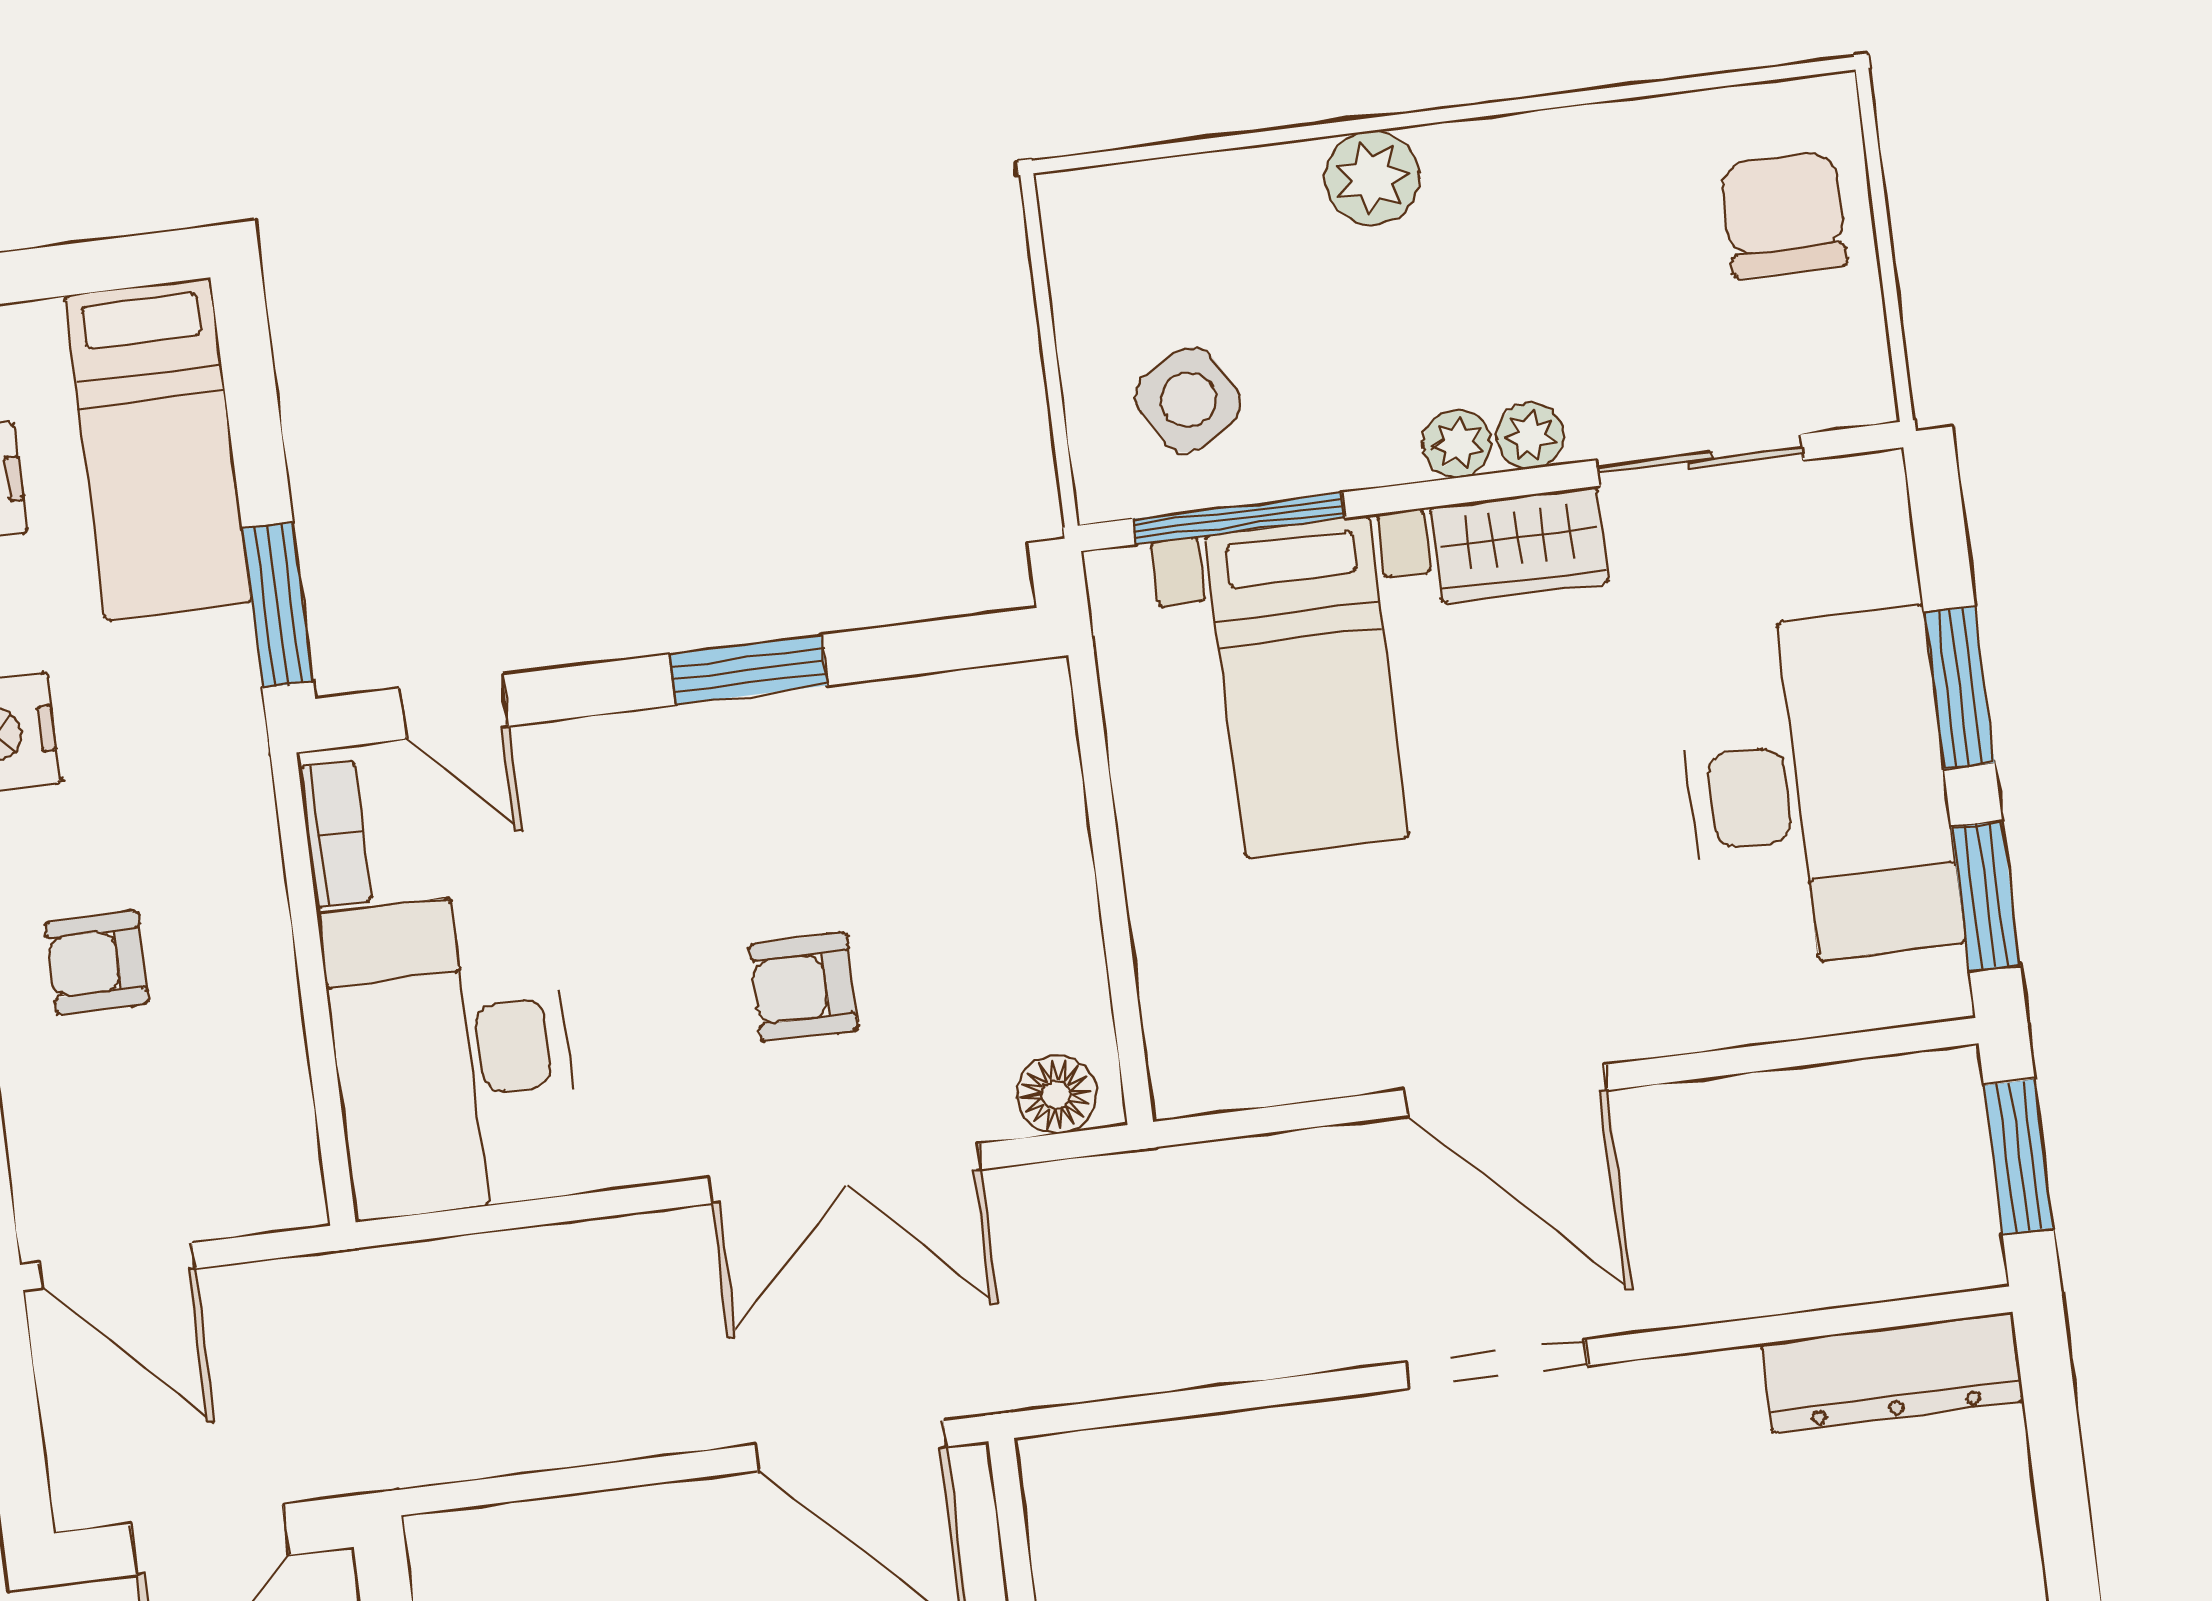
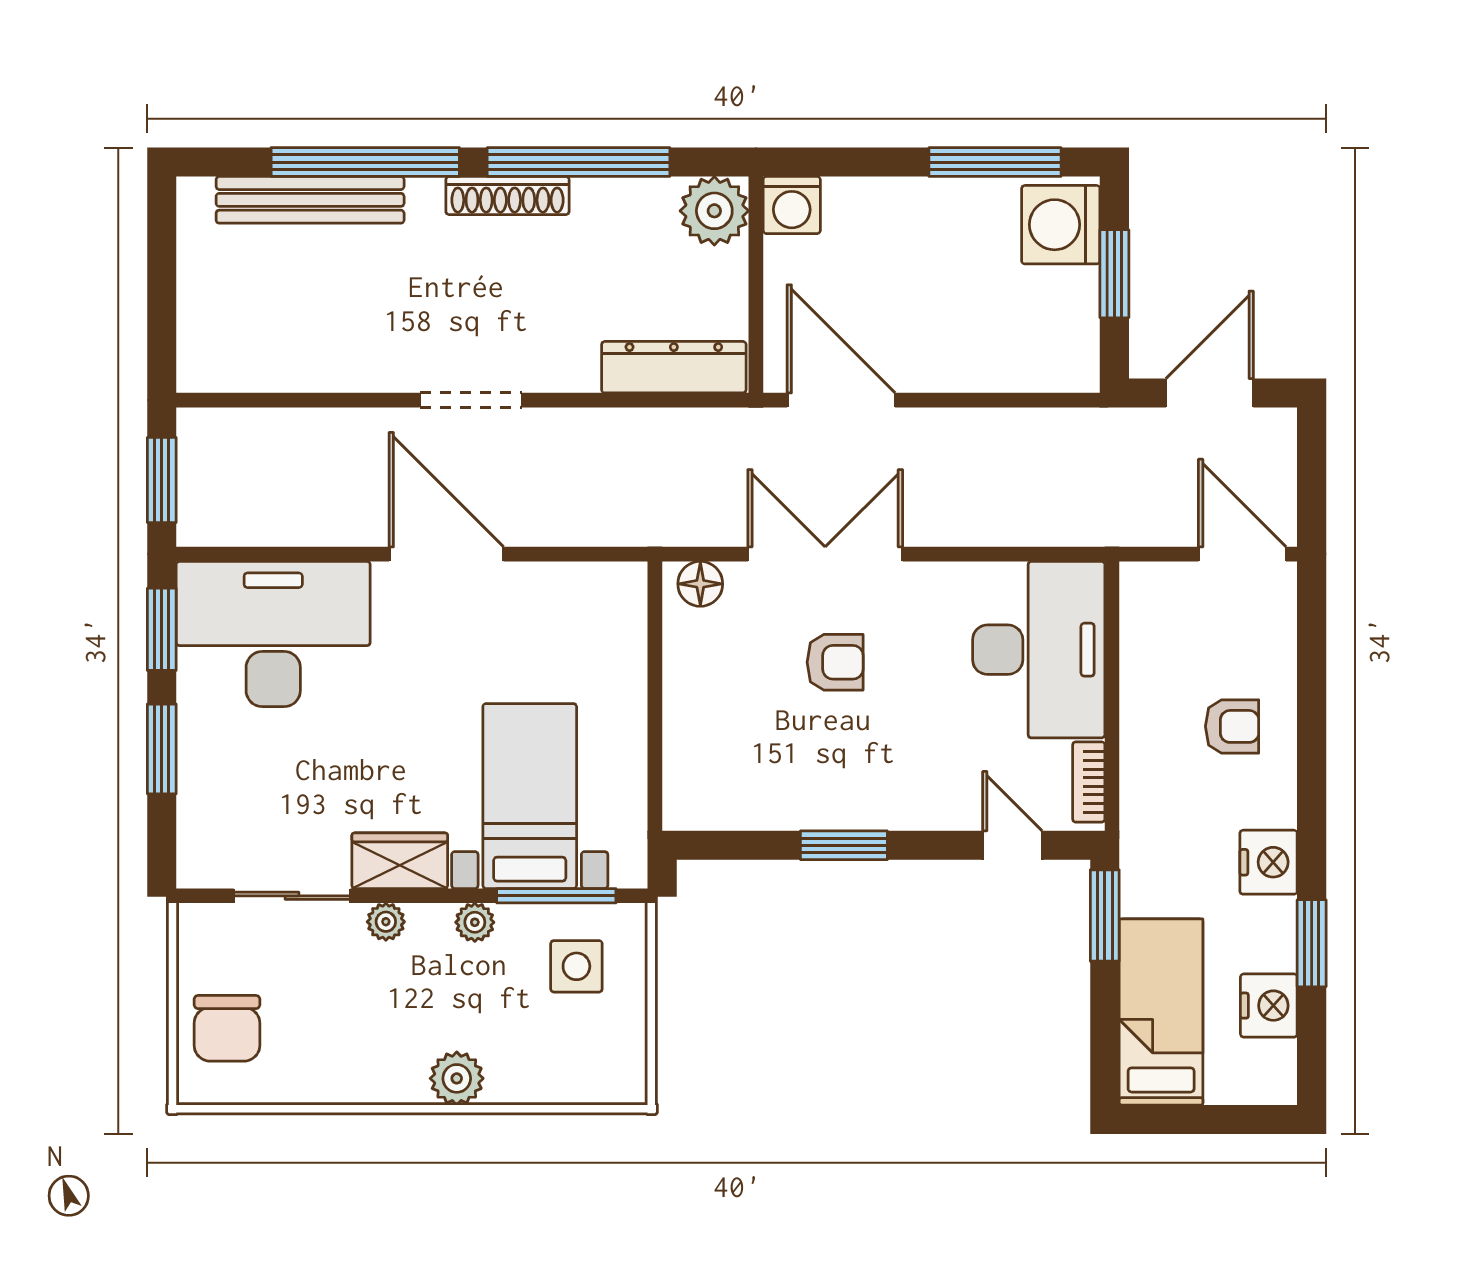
side table: (1188, 400) -> (576, 966), turned 31
plant: (1457, 444) -> (475, 922), moved
desk: (1818, 789) -> (273, 634), moved, turned 90
dresser: (1892, 1373) -> (674, 367), moved

